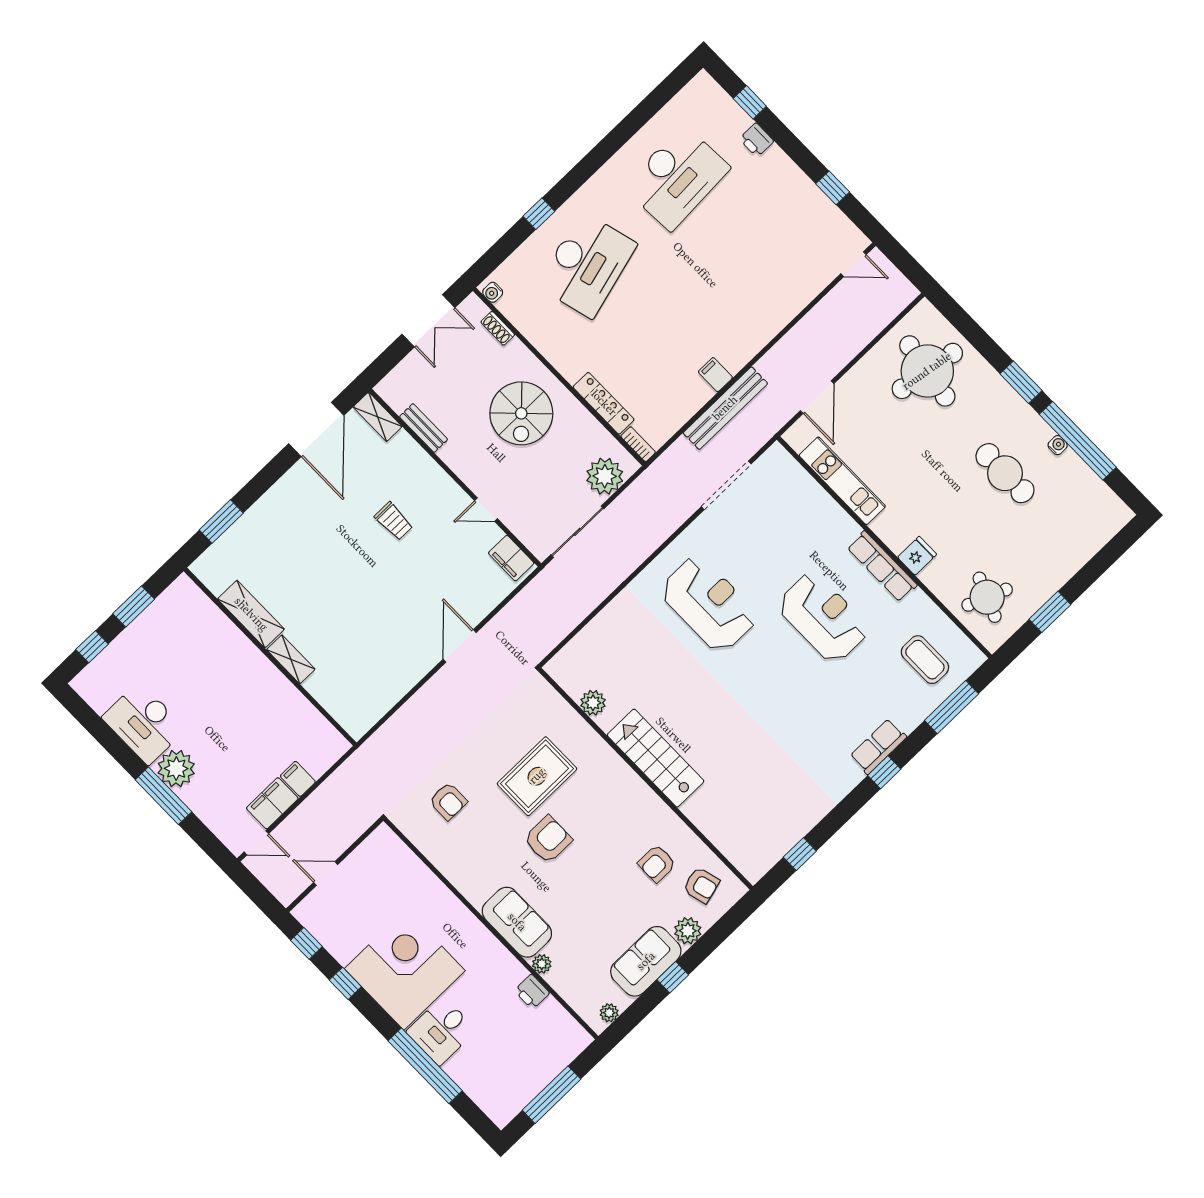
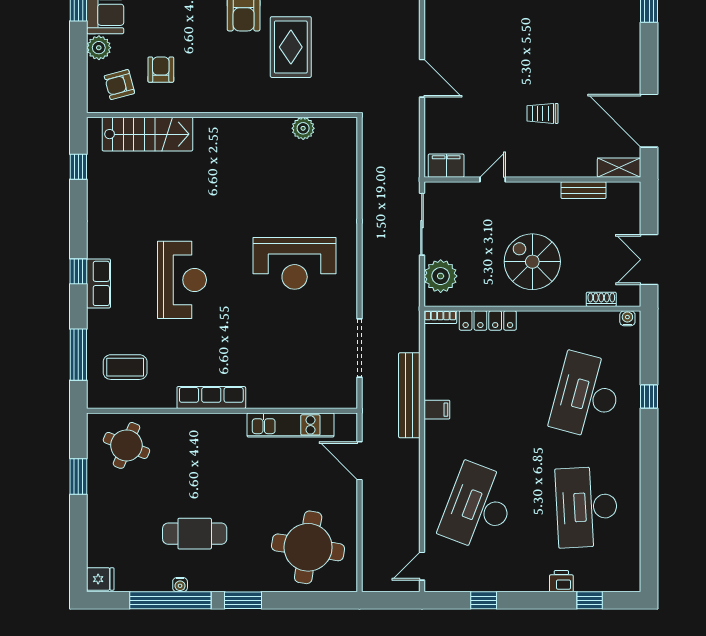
desk: (587, 265) -> (587, 396), turned 30
desk: (762, 265) -> (478, 507), added
fridge: (917, 556) -> (100, 579), moved, turned -90
reception desk: (823, 617) -> (182, 280), moved, turned -90
stairs: (656, 758) -> (147, 134), moved

